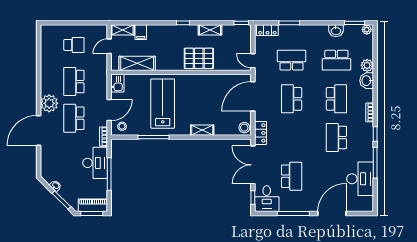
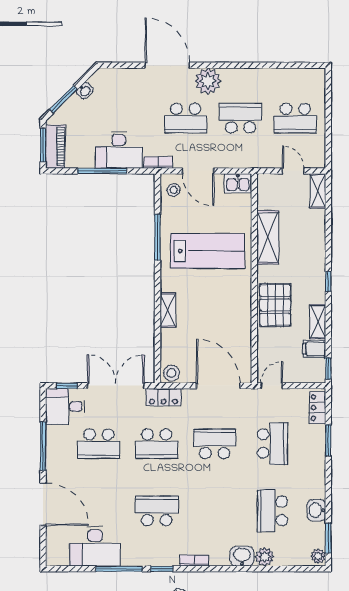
filing cabinet: (141, 32) -> (314, 349), moved
school desk: (74, 45) -> (295, 118), width x1.85
shelving: (137, 63) -> (268, 237), moved
school desk: (336, 99) -> (157, 444), moved
school desk: (74, 118) -> (186, 118), turned 180

